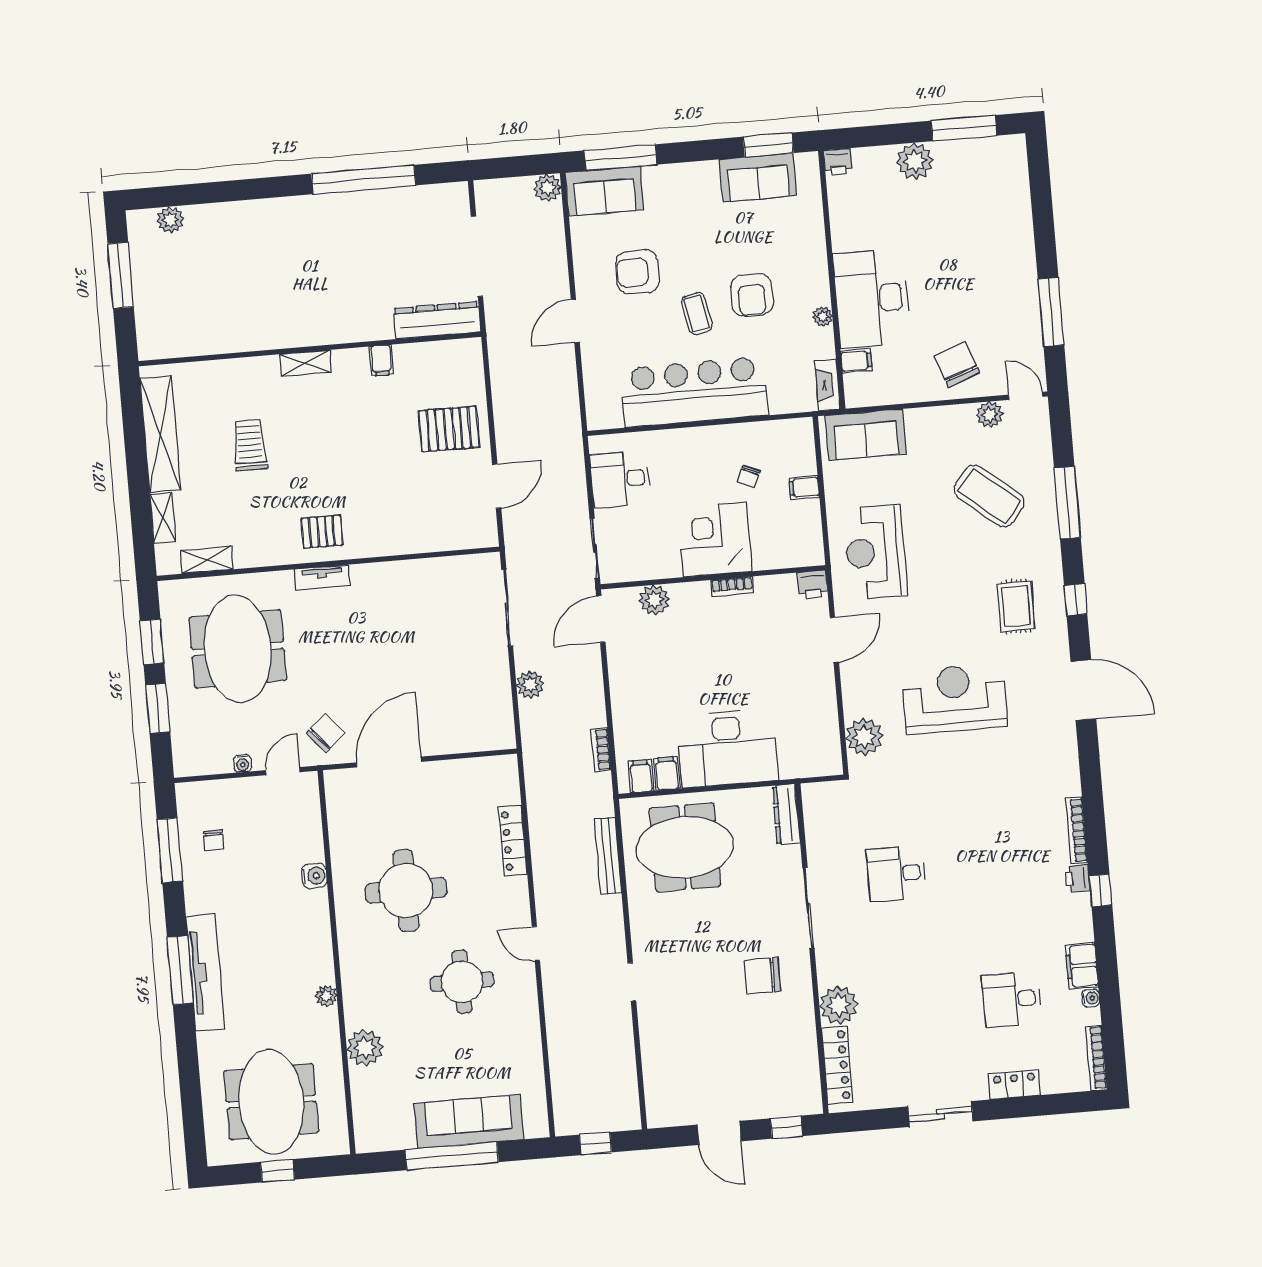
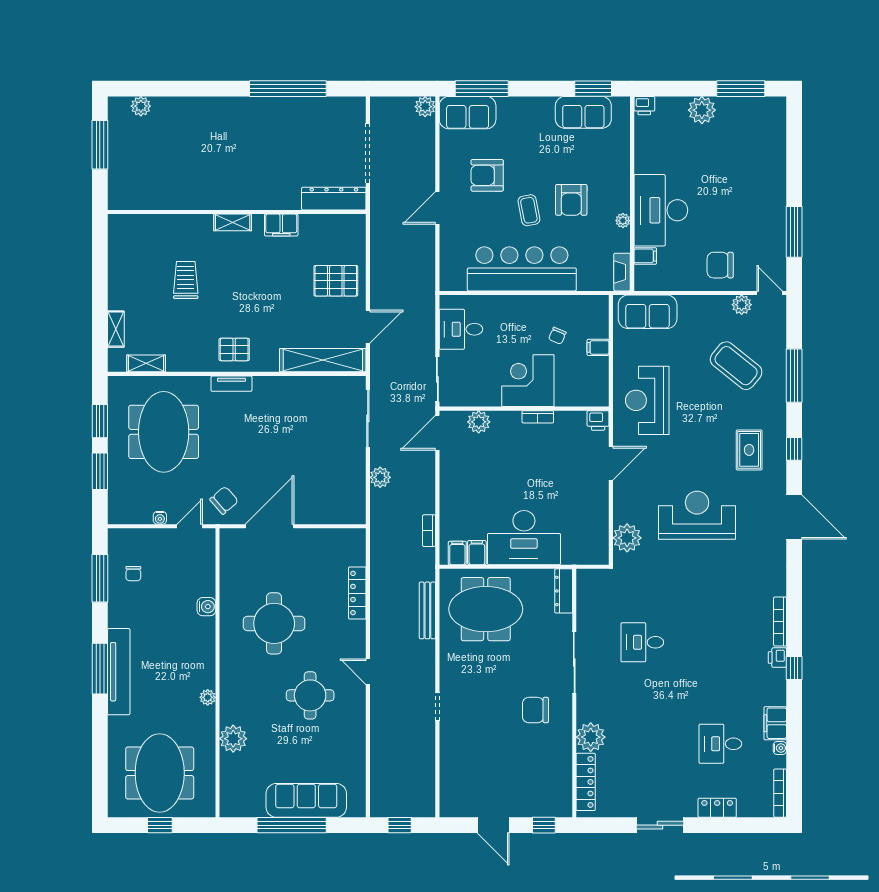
filing cabinet: (381, 360) -> (281, 225), width x2.00
chair: (957, 365) -> (720, 265), turned -70
shelving: (160, 434) -> (323, 360), moved, turned 90

